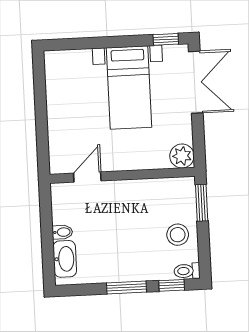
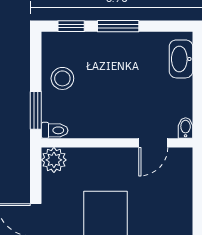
bidet: (62, 232) -> (186, 128), moved, turned 90
toilet: (187, 271) -> (55, 130), moved

